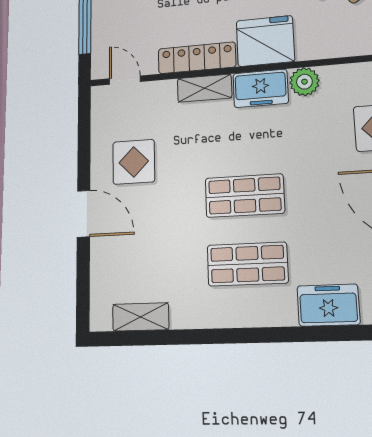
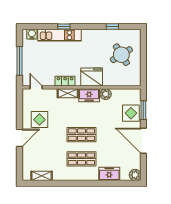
locker: (197, 58) -> (65, 81), width x0.66
door: (84, 214) -> (20, 138), hinge flipped

